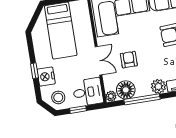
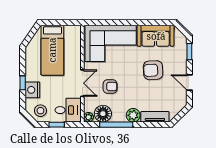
armchair: (129, 60) -> (110, 87), turned 90

